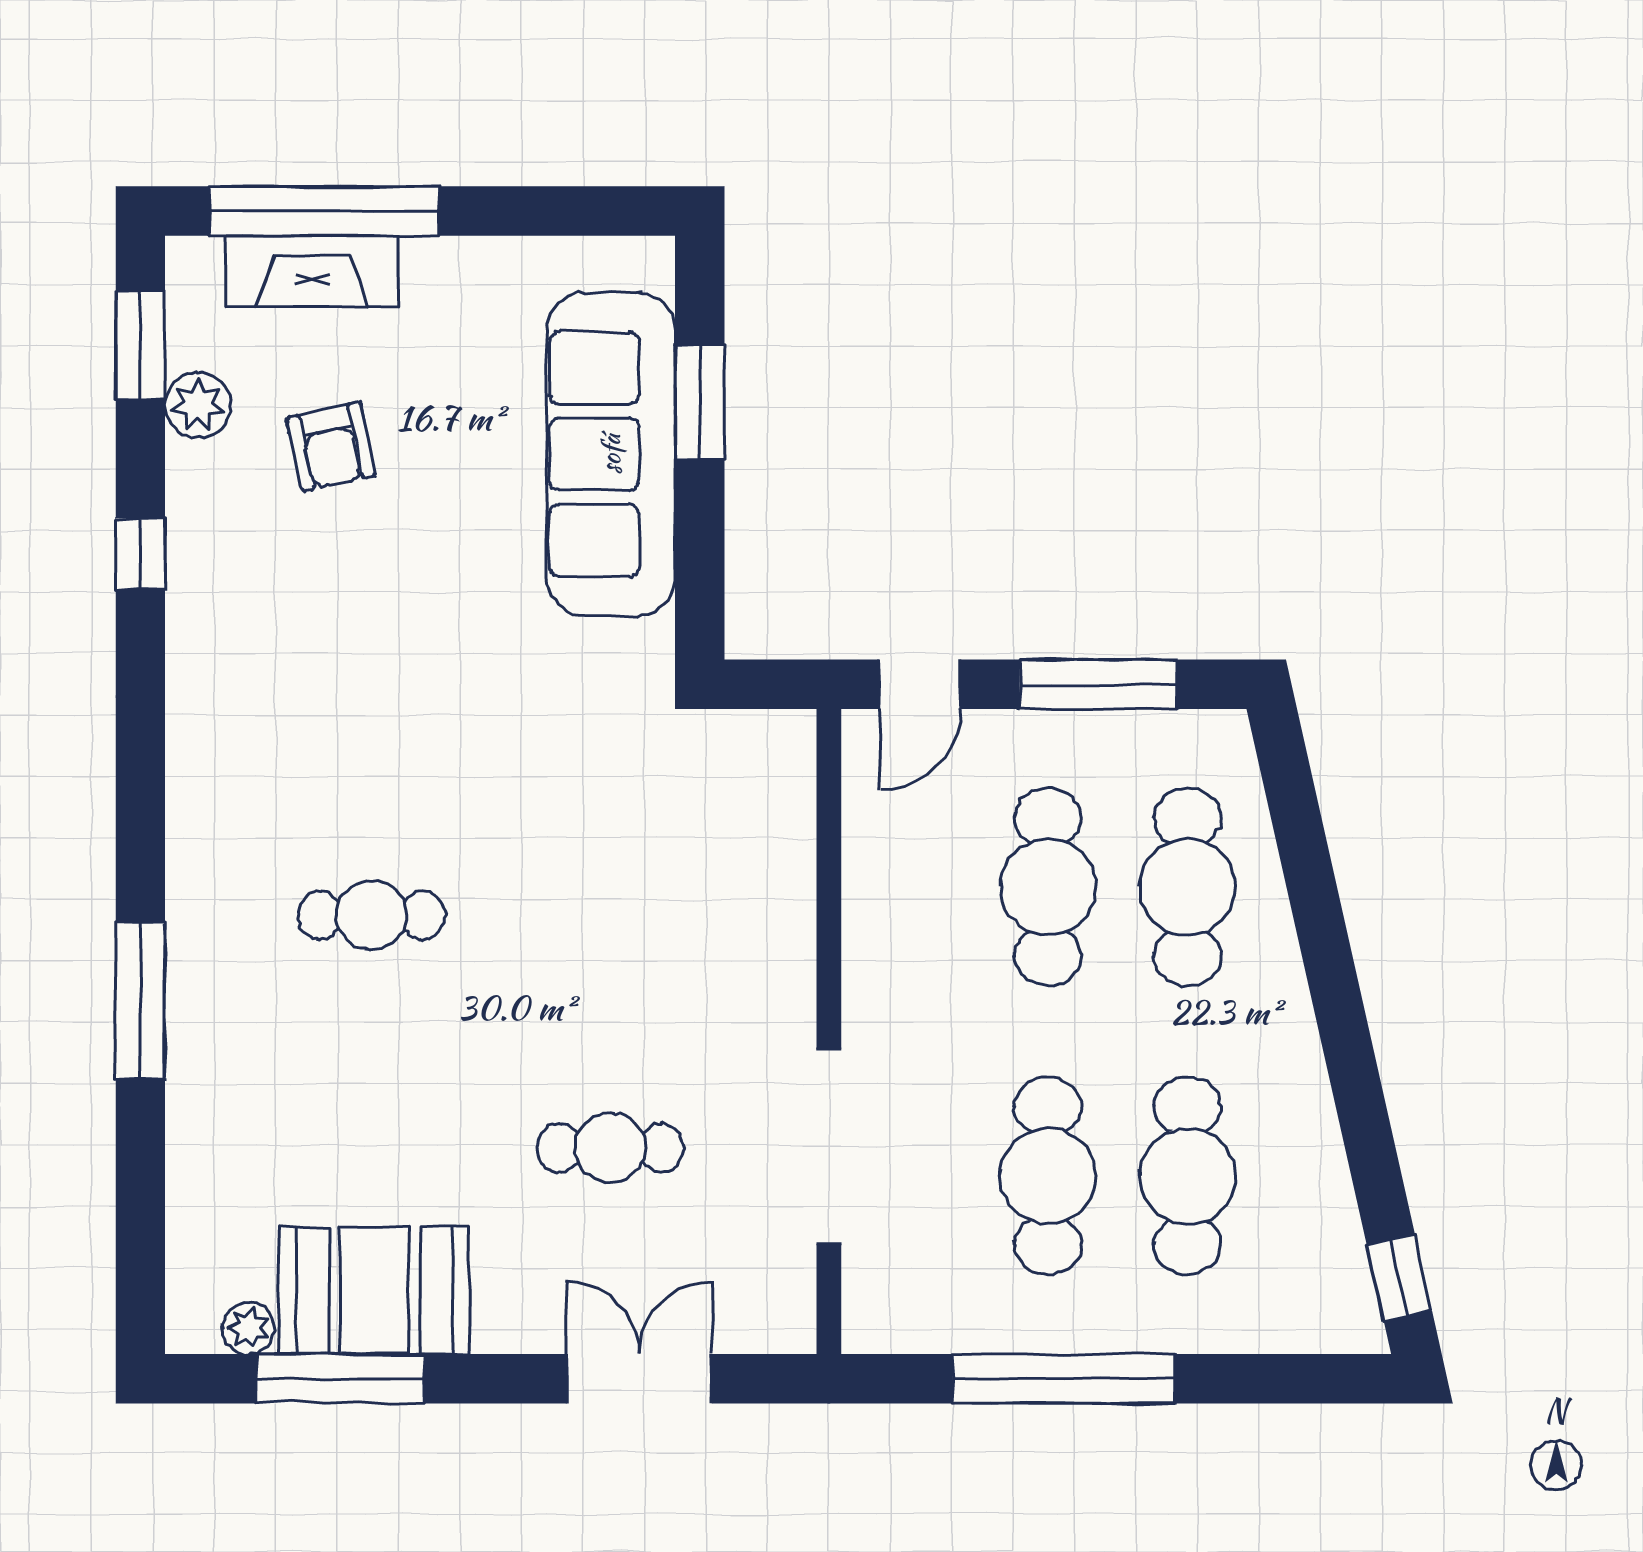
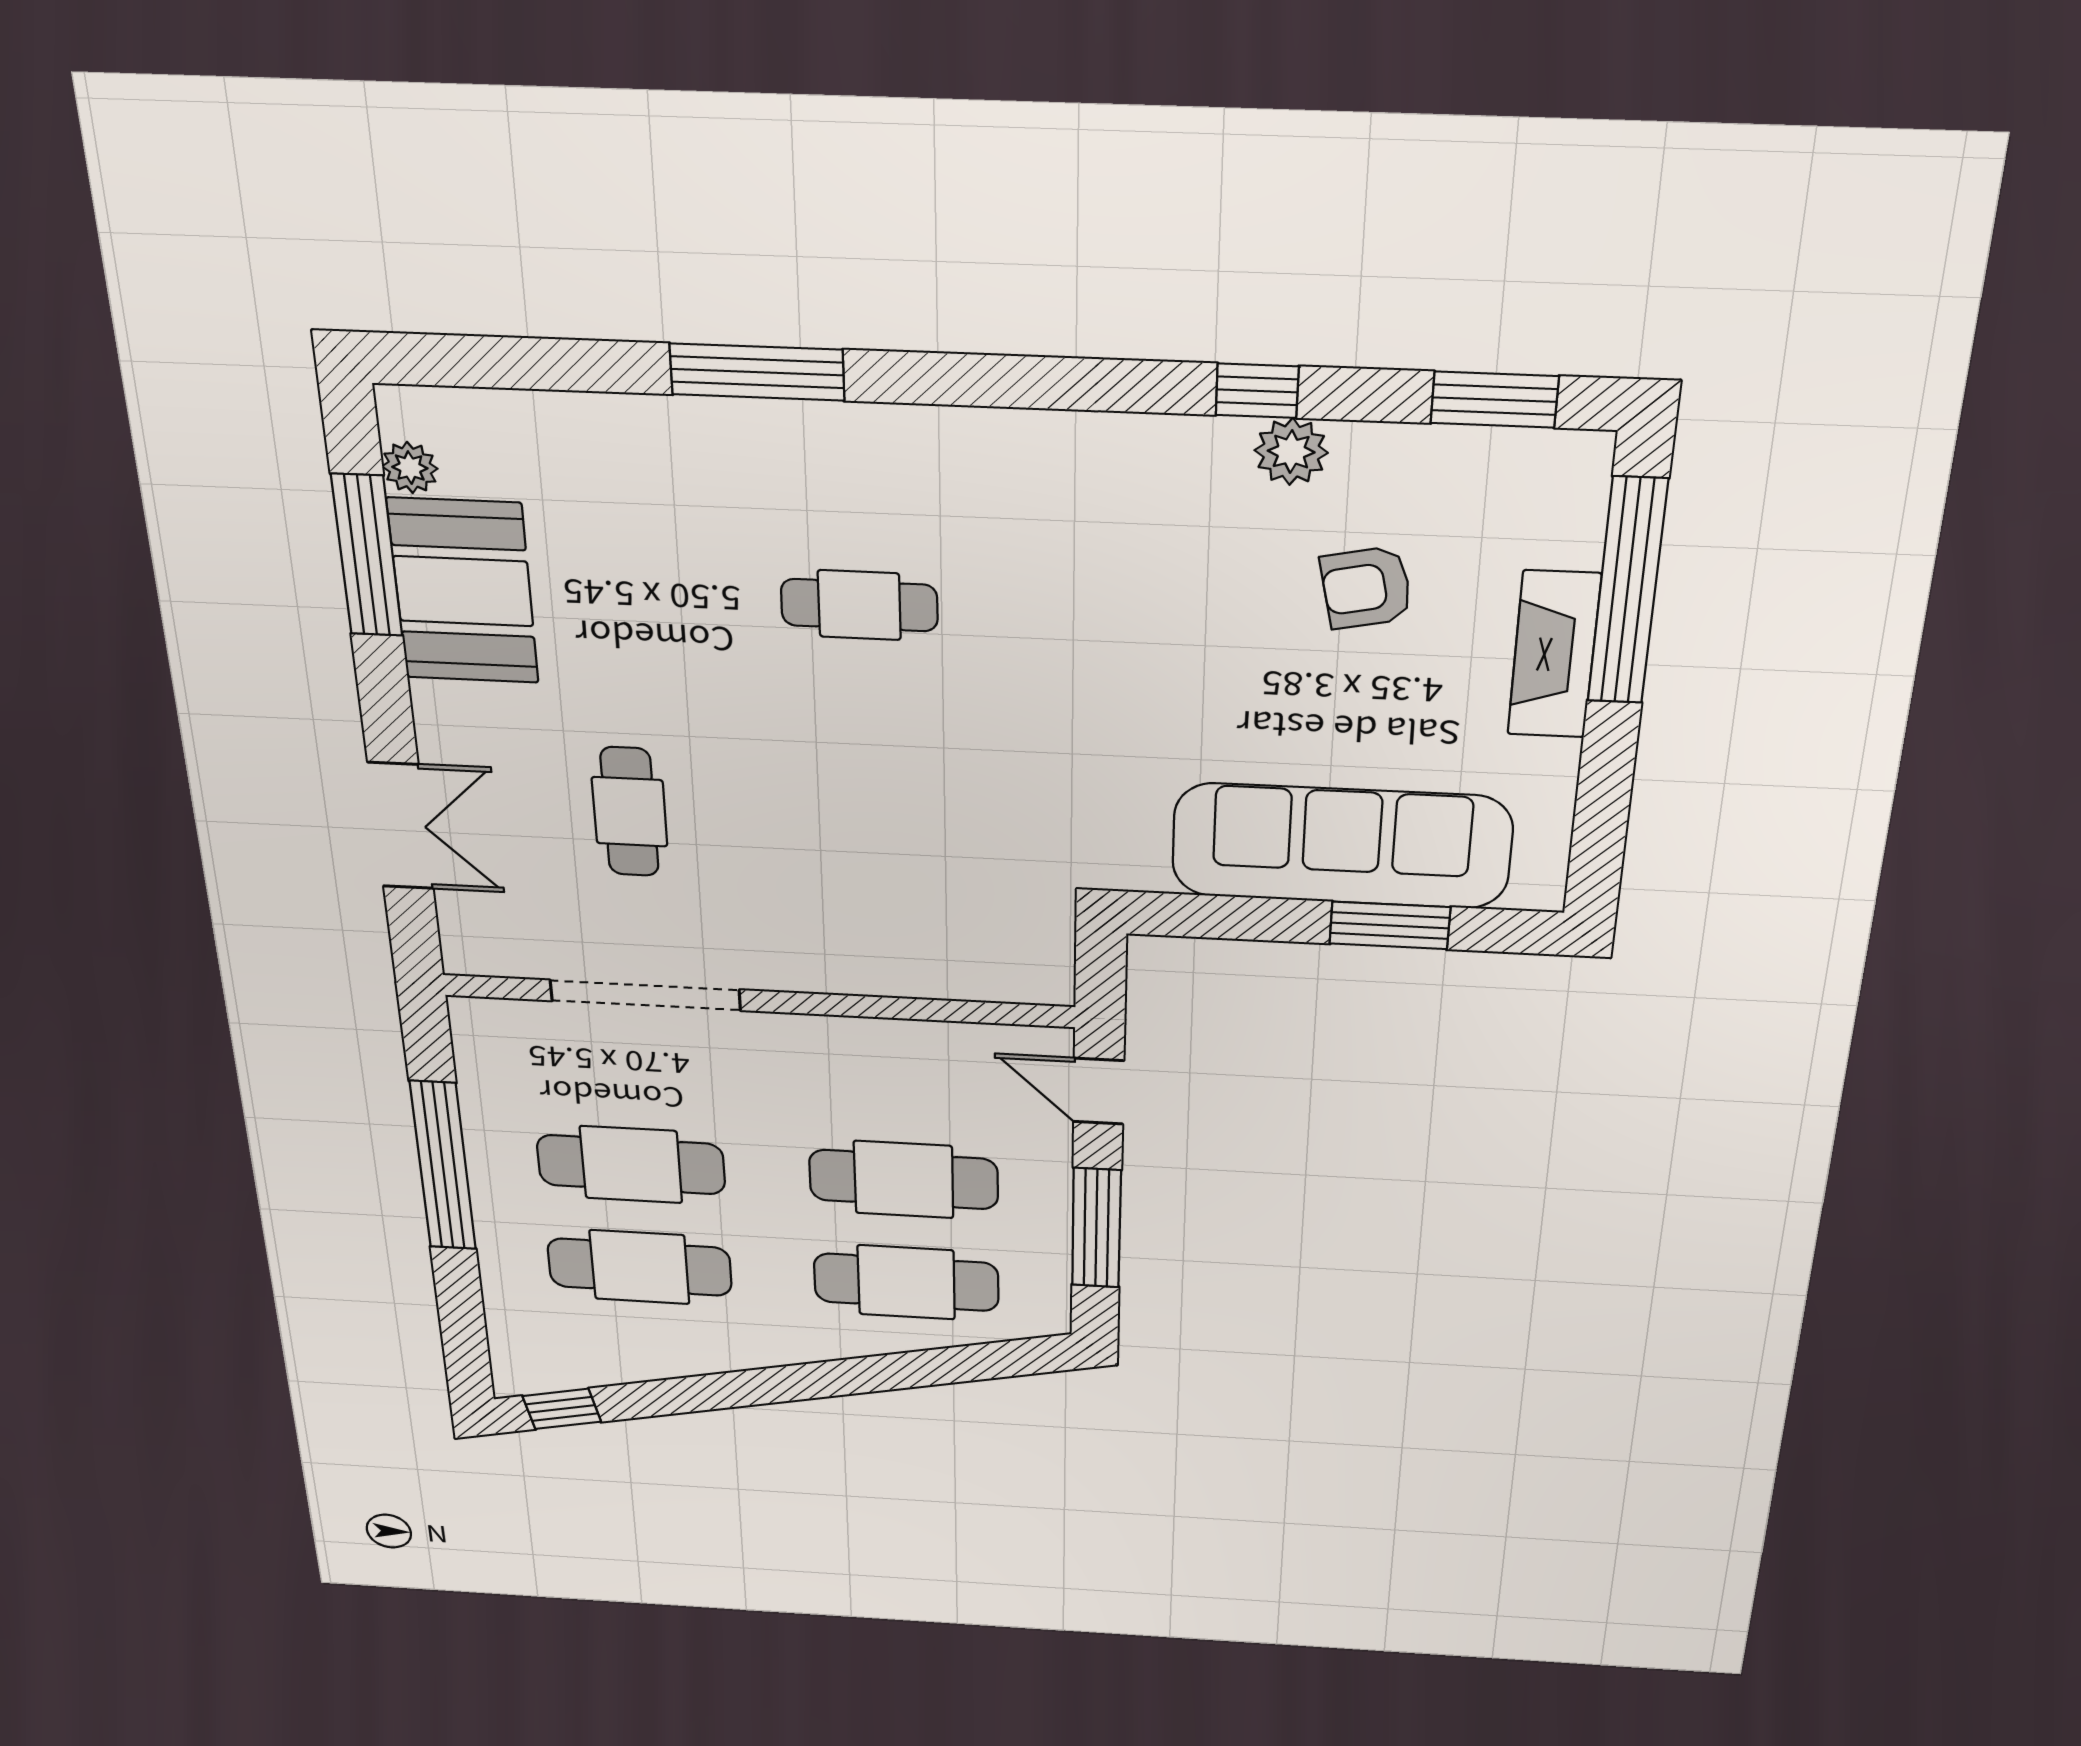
fireplace: (312, 271) -> (1554, 655), moved
plant: (198, 405) -> (1291, 452), moved
cafe table: (371, 915) -> (859, 605), turned 90

